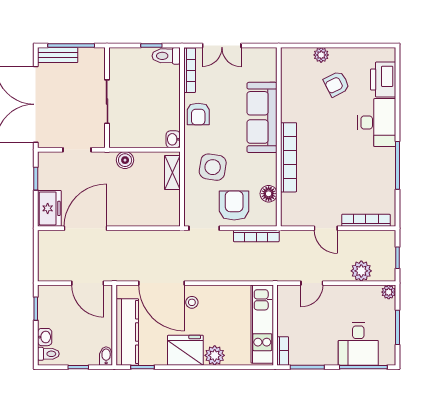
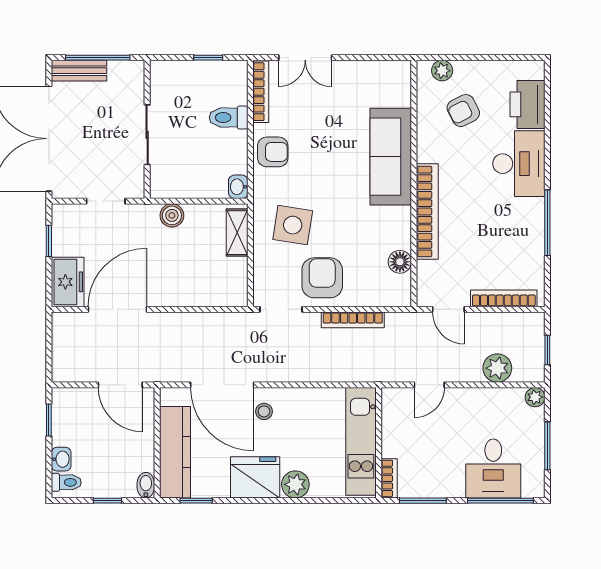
toilet: (166, 56) -> (229, 118), moved
armchair: (198, 114) -> (273, 152), turned -90
sofa: (262, 117) -> (391, 157), moved
wall: (279, 137) -> (414, 183), moved
bookcase: (289, 157) -> (427, 212), moved
floor lamp: (269, 194) -> (400, 262), moved

